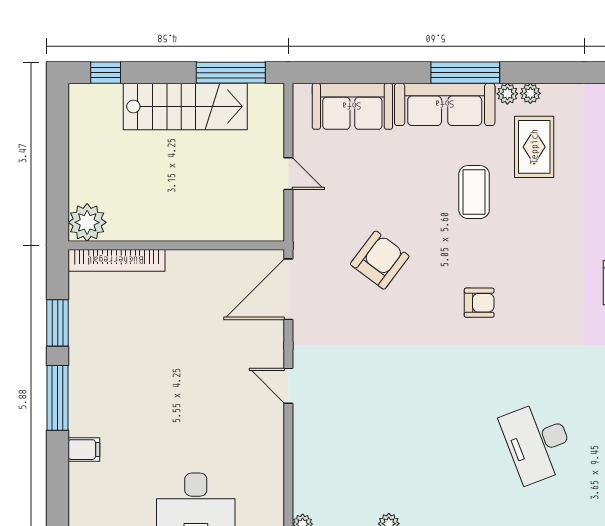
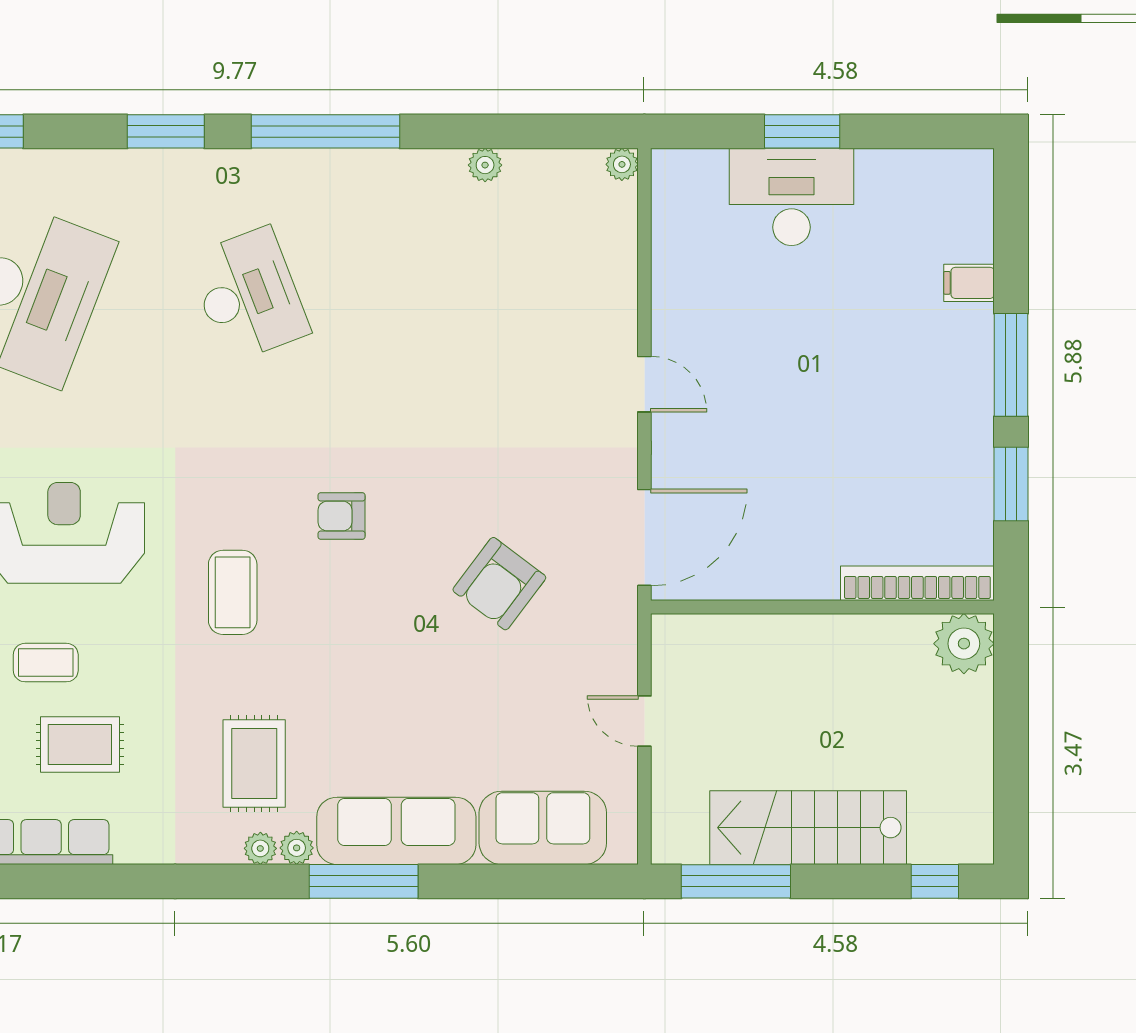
coffee table: (474, 192) -> (233, 592), moved

